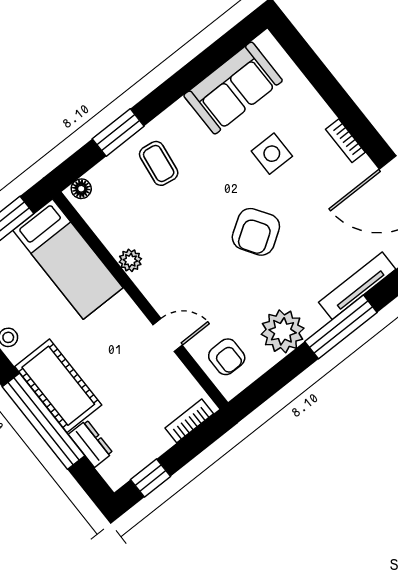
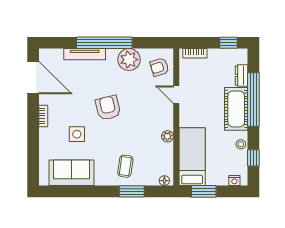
armchair: (256, 232) -> (108, 108), turned -71
window: (341, 327) -> (104, 43), width x1.46
armchair: (227, 357) -> (159, 67), turned -107

